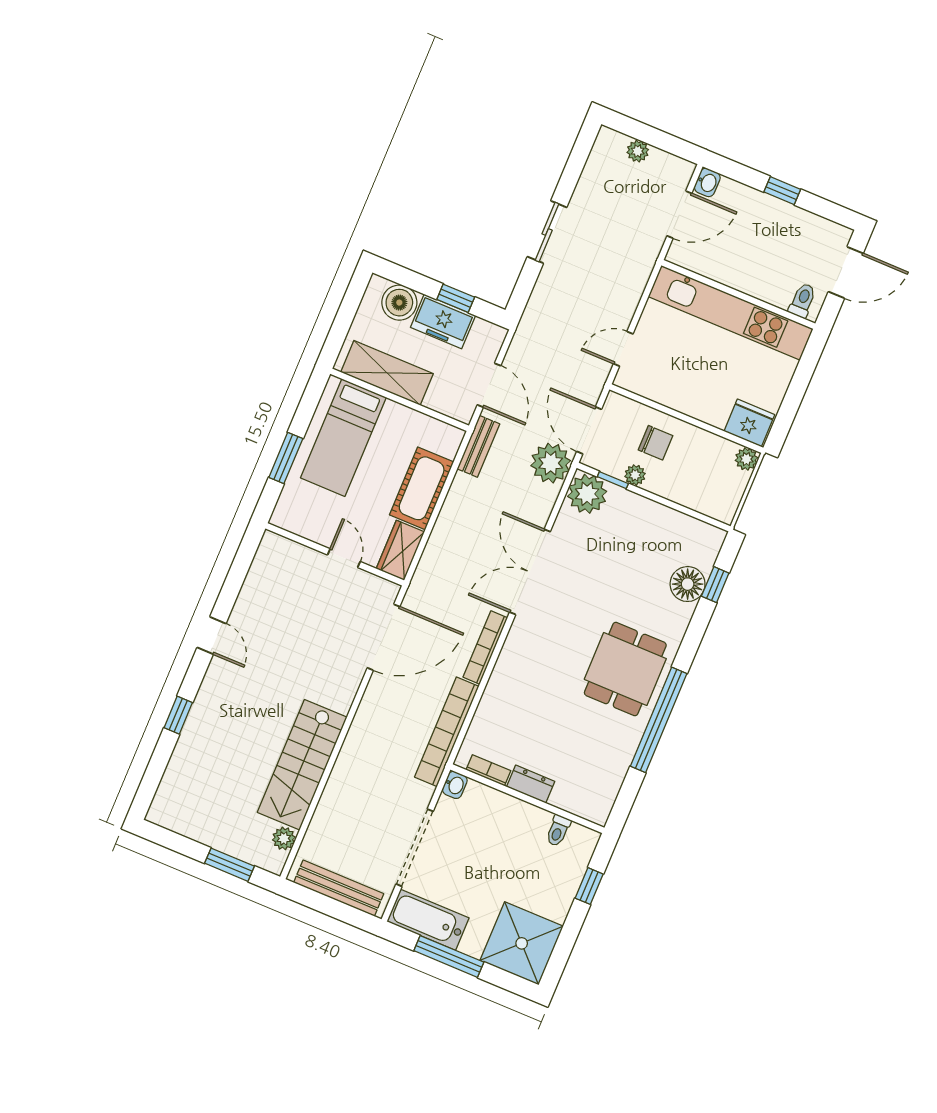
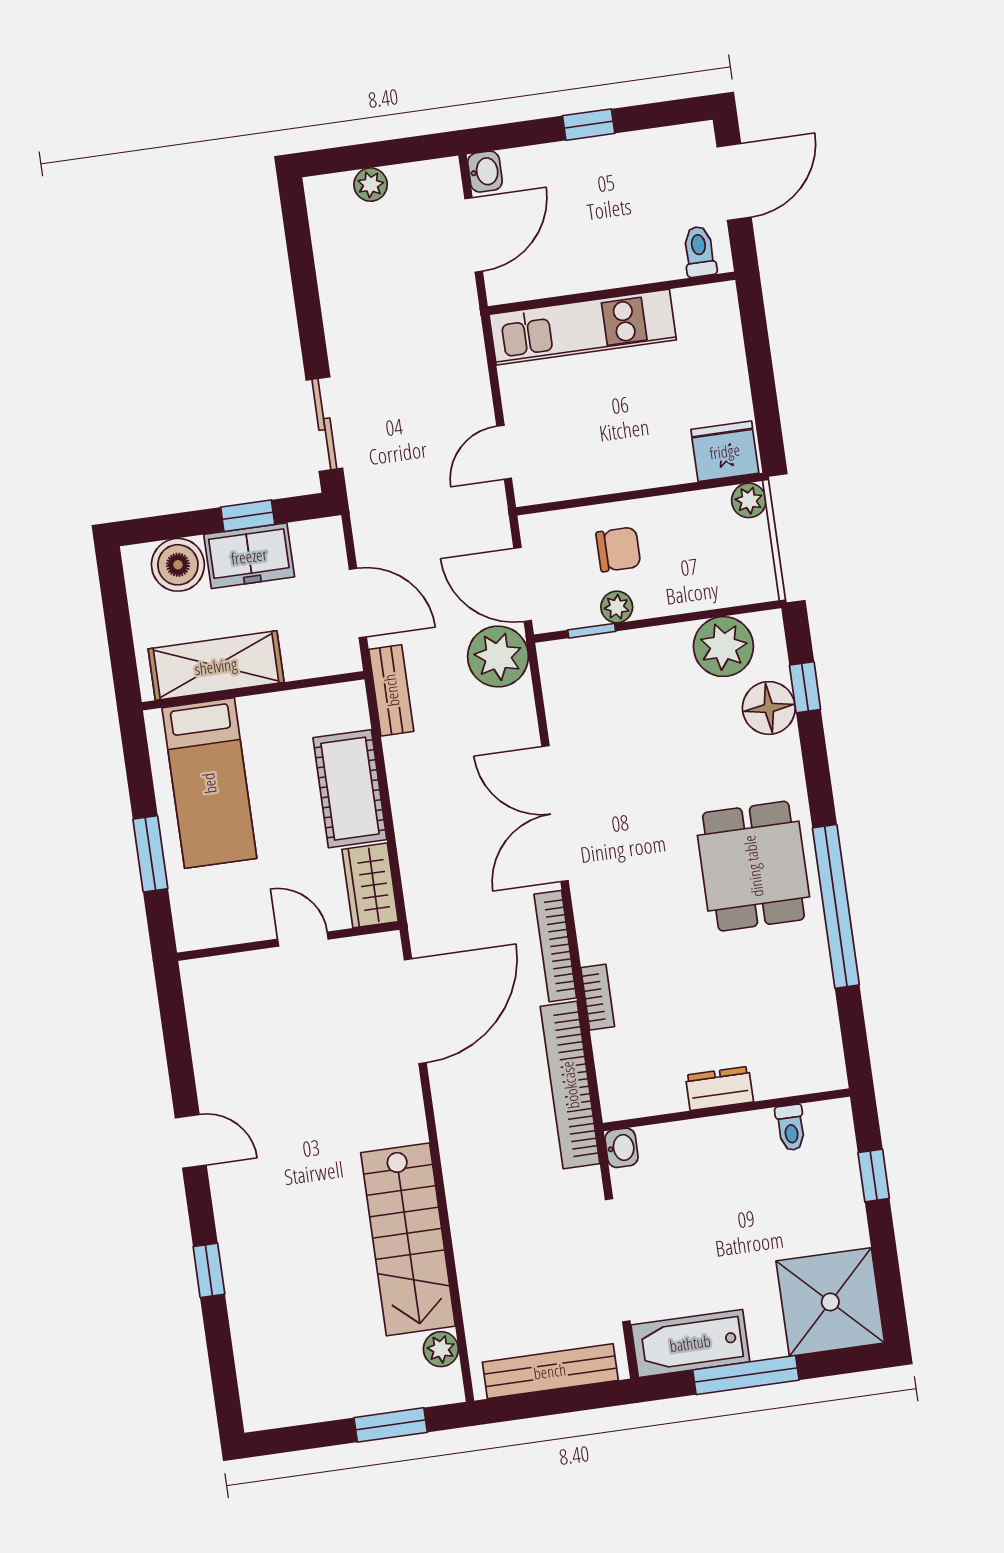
sliding door: (547, 232) -> (324, 424), moved
kitchen unit: (731, 313) -> (583, 327), width x0.73
plant: (587, 494) -> (723, 647), moved
bookcase: (488, 770) -> (598, 997), moved, turned 90

